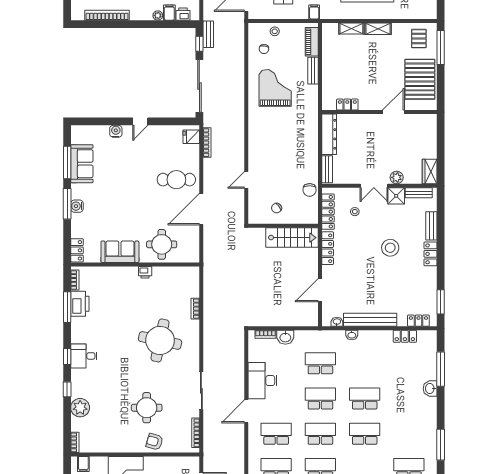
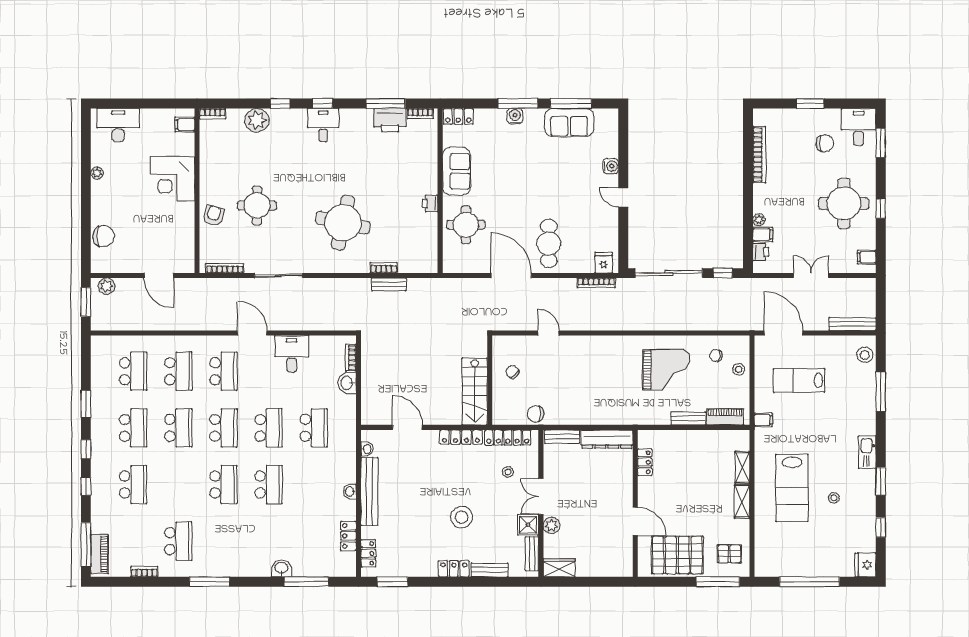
bench: (208, 34) -> (389, 284), moved
washbasin: (352, 335) -> (350, 491), moved
desk: (263, 381) -> (292, 354), width x0.73

